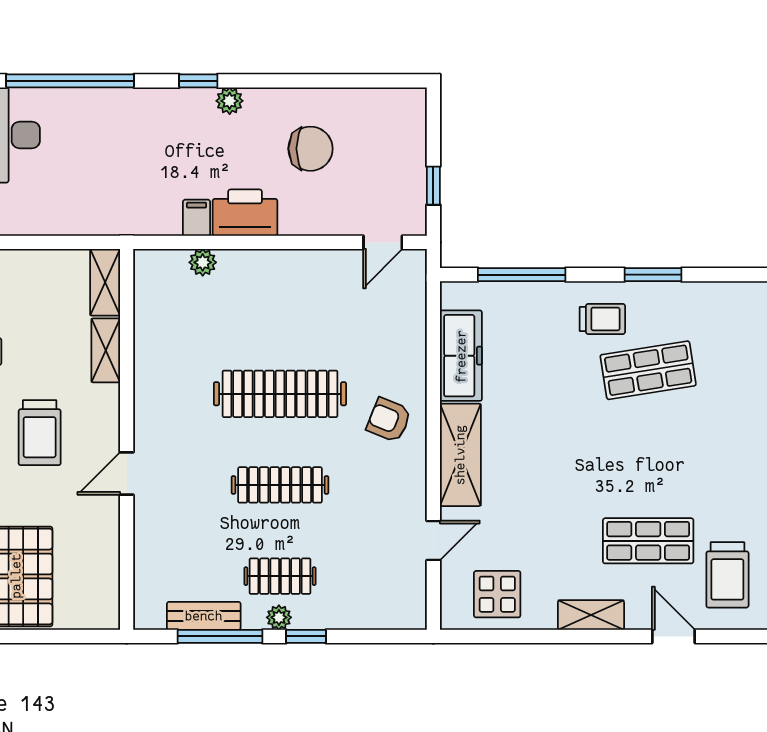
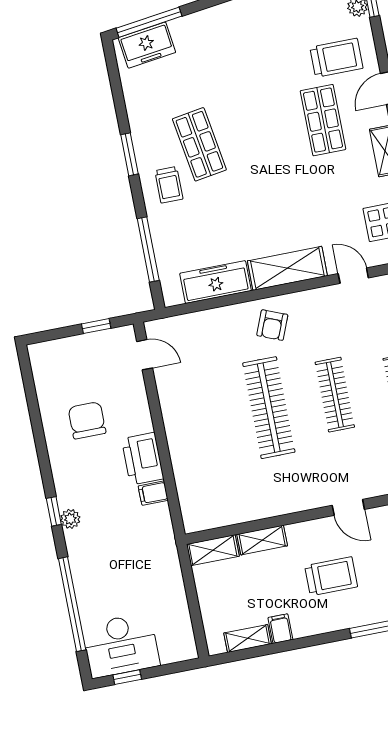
plant: (230, 101) -> (70, 519), moved
plant: (203, 262) -> (185, 482), removed
trolley: (602, 319) -> (169, 185), turned 180

